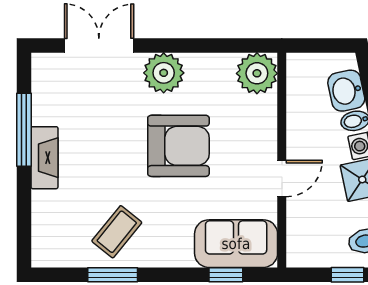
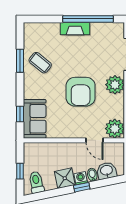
window: (24, 130) -> (88, 19), width x1.46
door: (282, 179) -> (95, 140), moved

